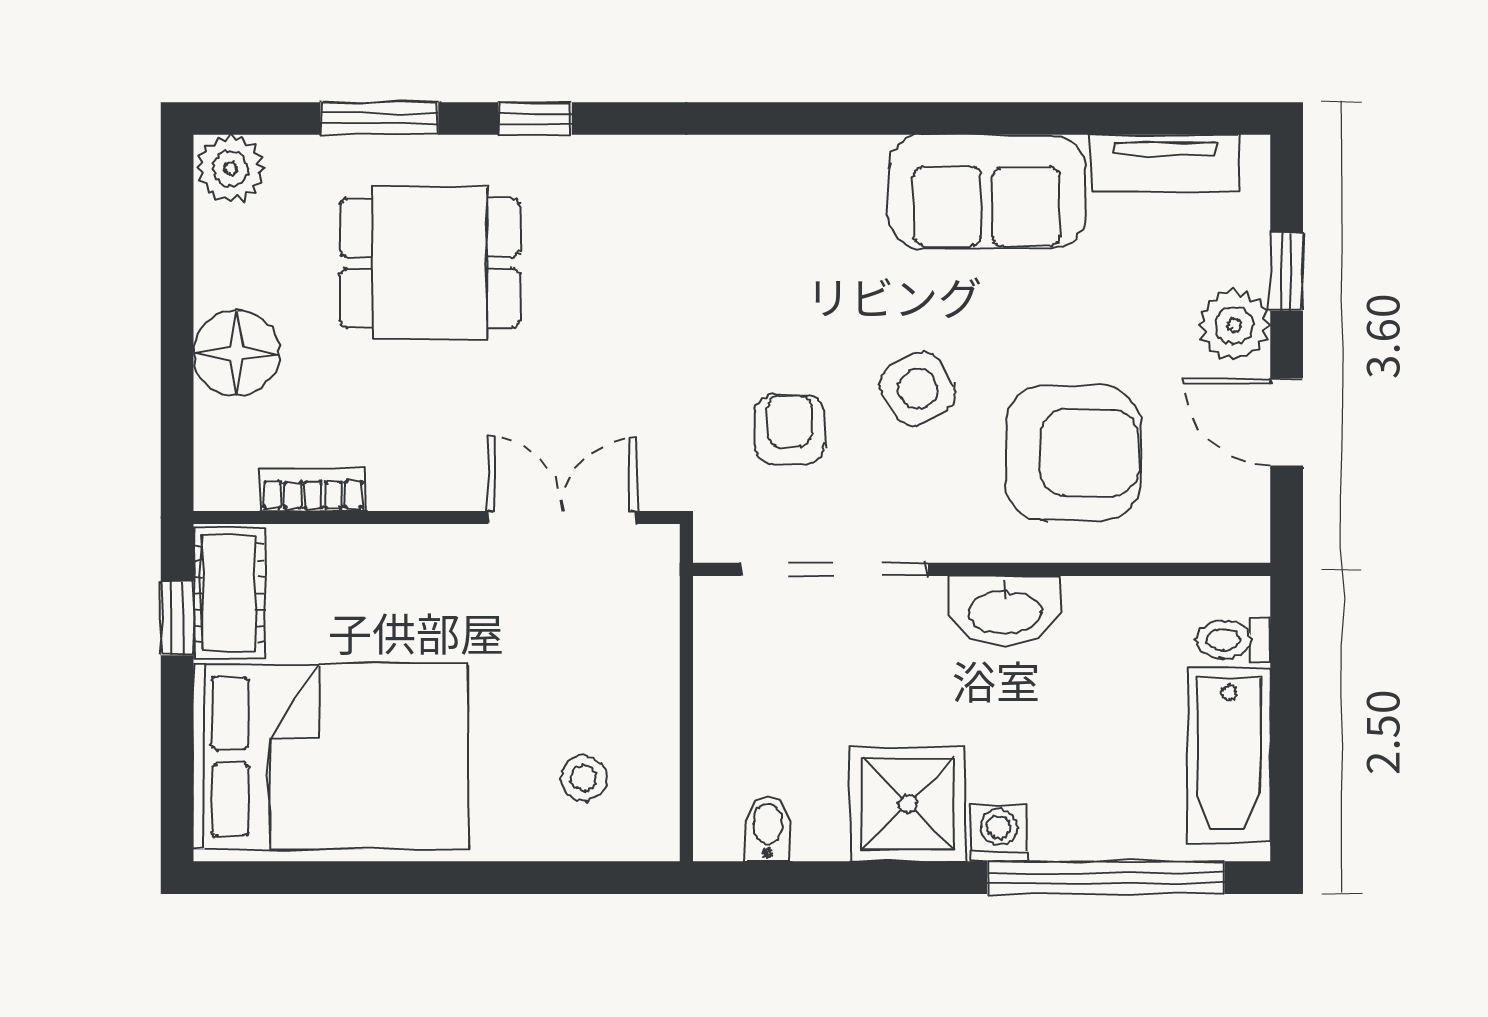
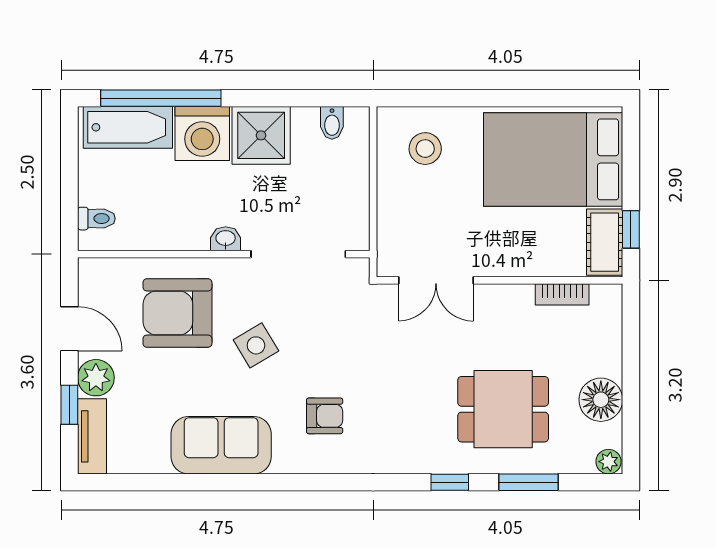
tv unit: (1165, 163) -> (92, 436), moved, turned 90
plant: (230, 169) -> (609, 462), width x0.73, depth x0.73
floor lamp: (236, 353) -> (601, 400), moved
armchair: (789, 430) -> (325, 416), moved, turned -90
washbasin: (1005, 610) -> (226, 239), width x0.52, depth x0.69
bathtub: (1229, 756) -> (128, 127), moved, turned 90
stool: (584, 778) -> (425, 149), width x1.37, depth x1.37
washing machine: (999, 833) -> (202, 134), width x1.89, depth x1.89

